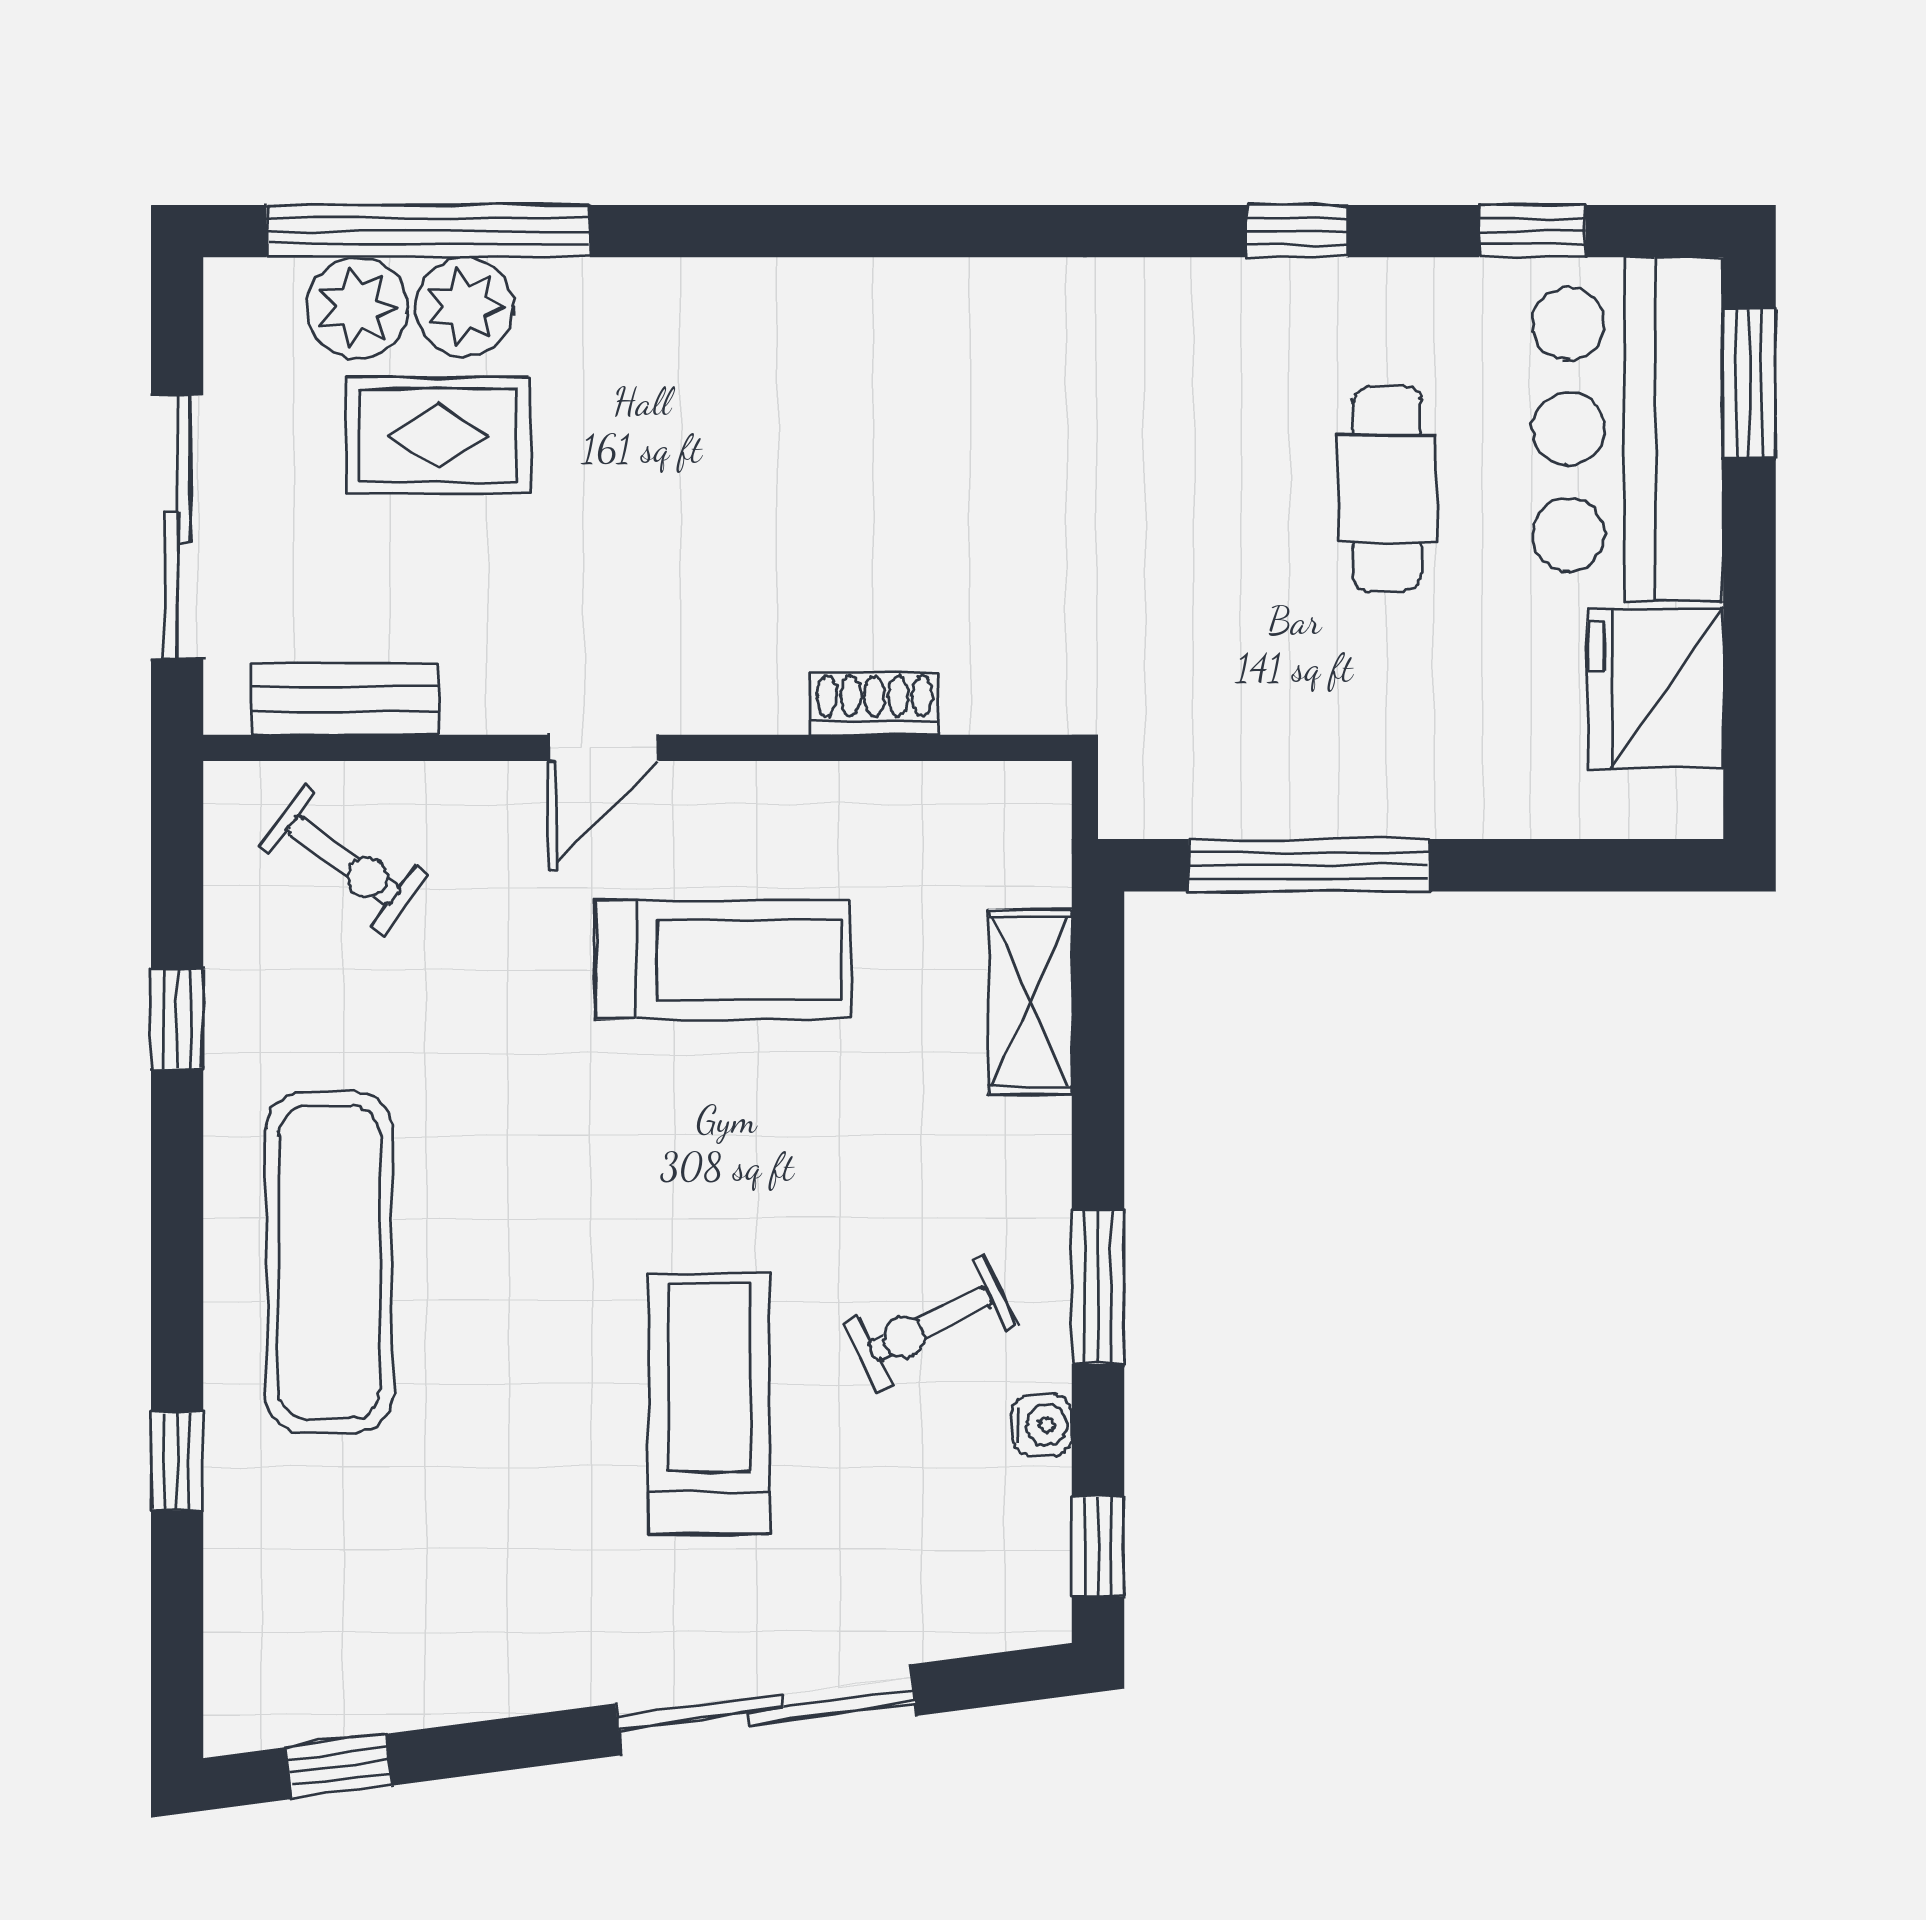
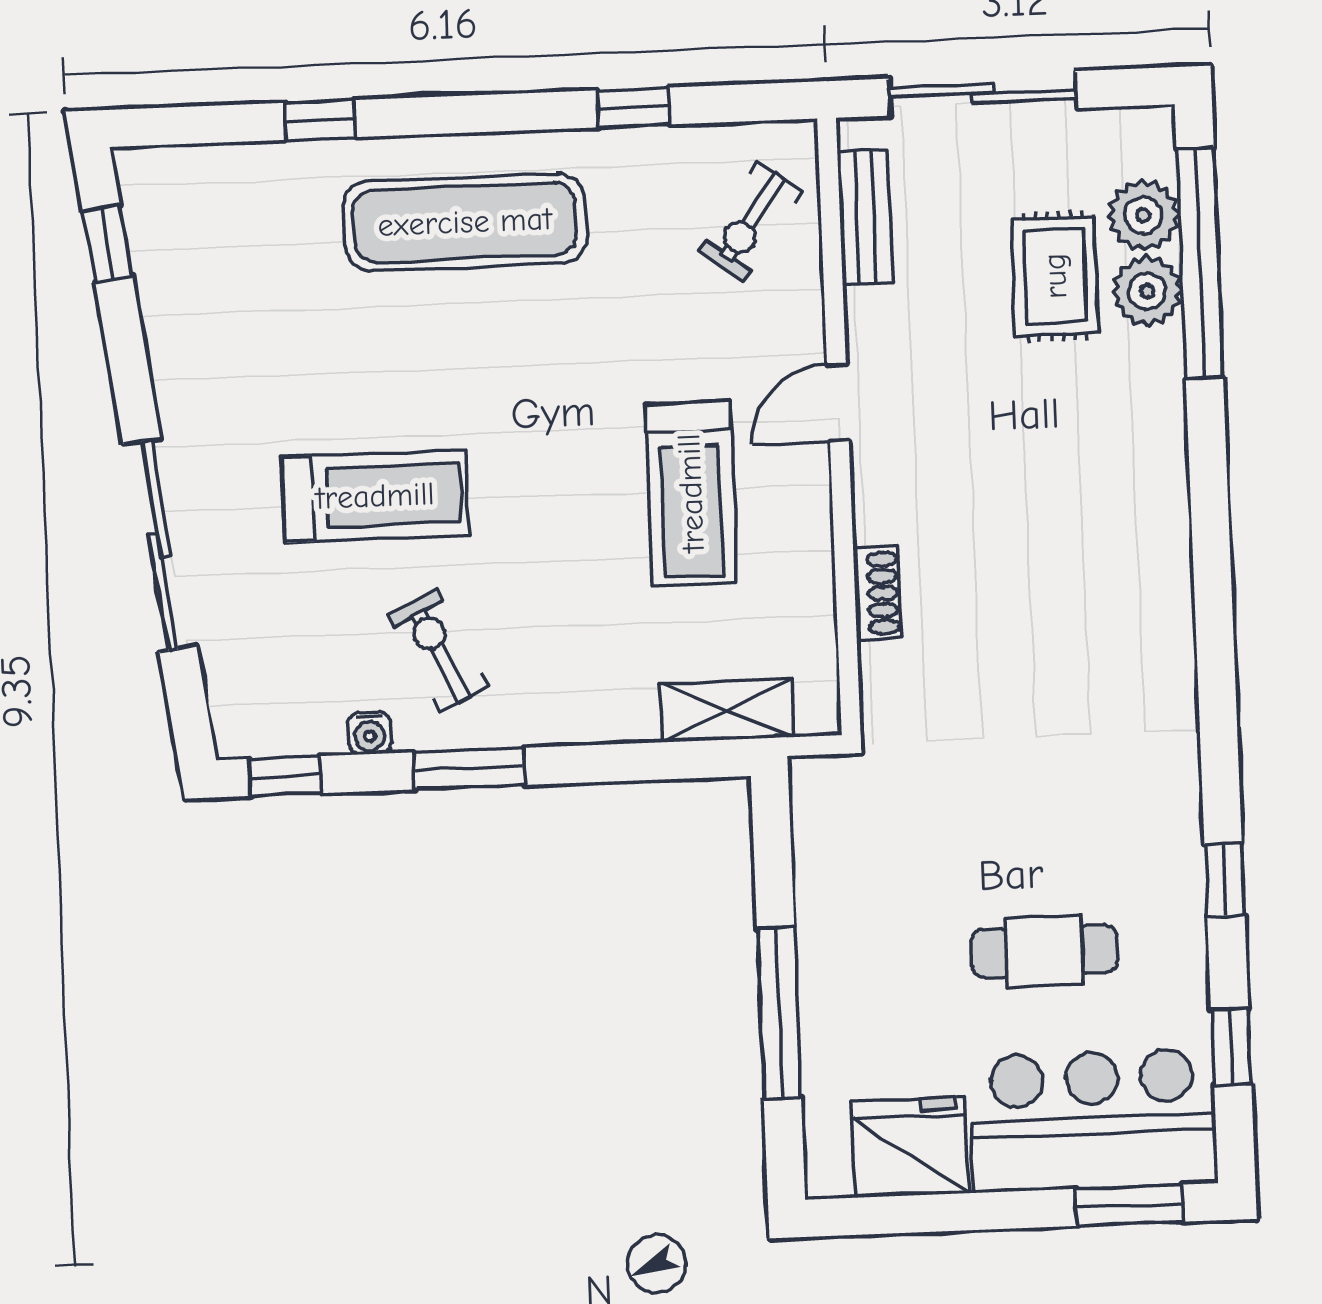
door: (604, 748) -> (838, 402), hinge flipped
window: (1309, 865) -> (779, 1013), moved
shelving: (1030, 1002) -> (727, 710), moved

